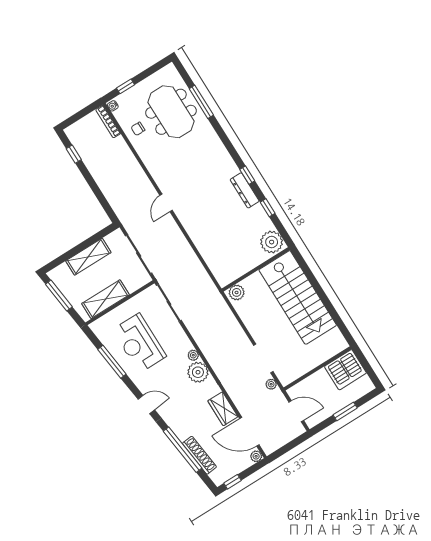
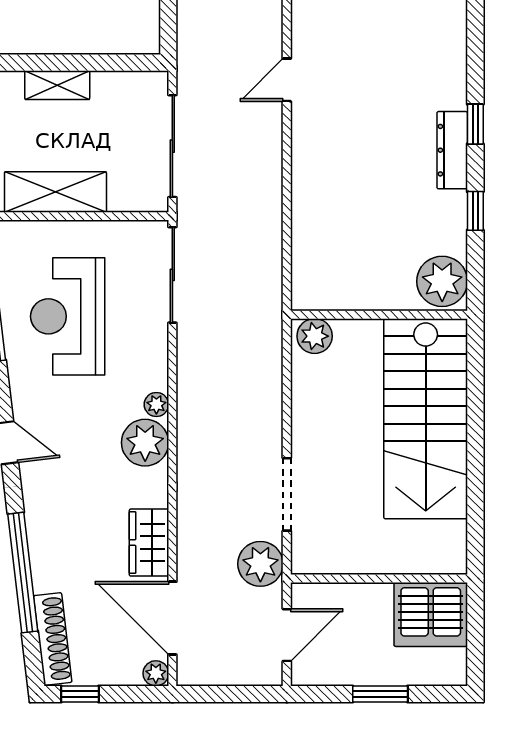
shelving: (88, 257) -> (57, 85), width x0.67, depth x0.75
plant: (271, 384) -> (260, 564), width x1.87, depth x1.87
door: (296, 411) -> (287, 635), hinge flipped
shoe rack: (199, 455) -> (53, 639), moved

